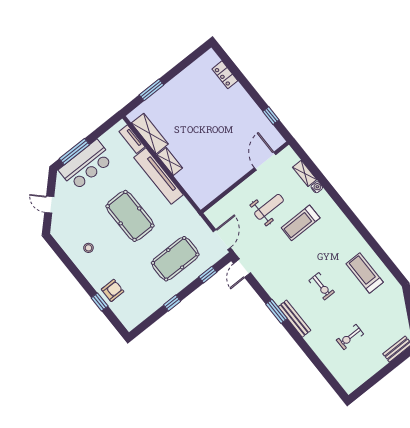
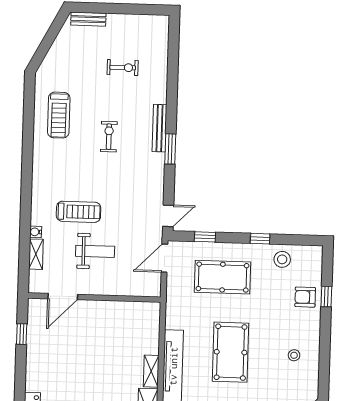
weight bench: (269, 207) -> (95, 251), turned 180
stool: (147, 302) -> (282, 259), added

